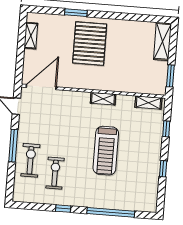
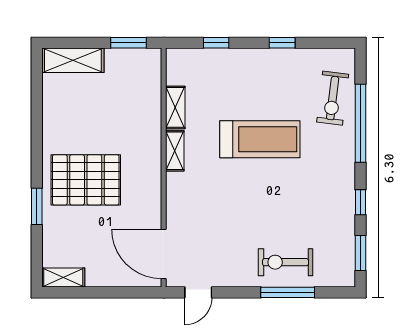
shelving: (31, 36) -> (63, 278), moved
shelving: (148, 103) -> (175, 107), moved
window: (13, 146) -> (288, 292), moved
exercise bike: (55, 173) -> (333, 98), moved, turned -83
window: (32, 206) -> (361, 253), added

